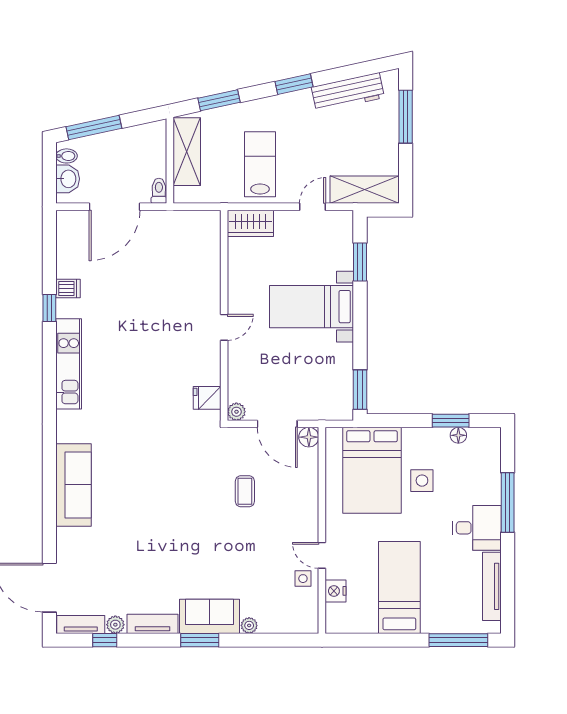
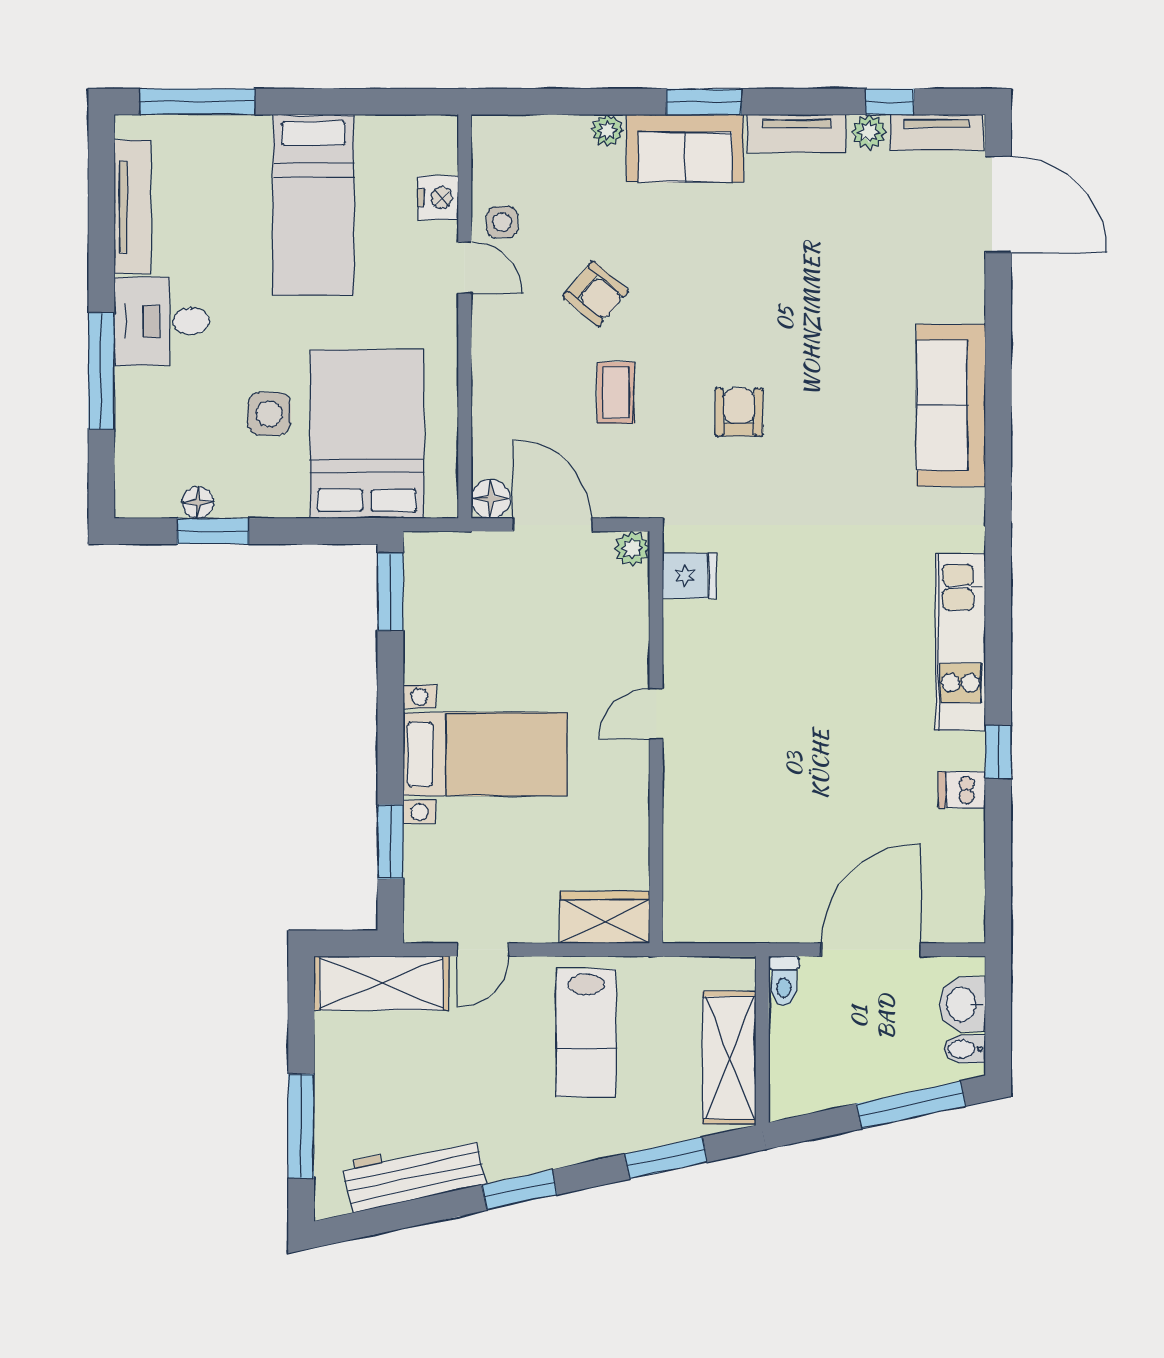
armchair: (182, 481) -> (739, 412), added
armchair: (255, 542) -> (596, 294), added

